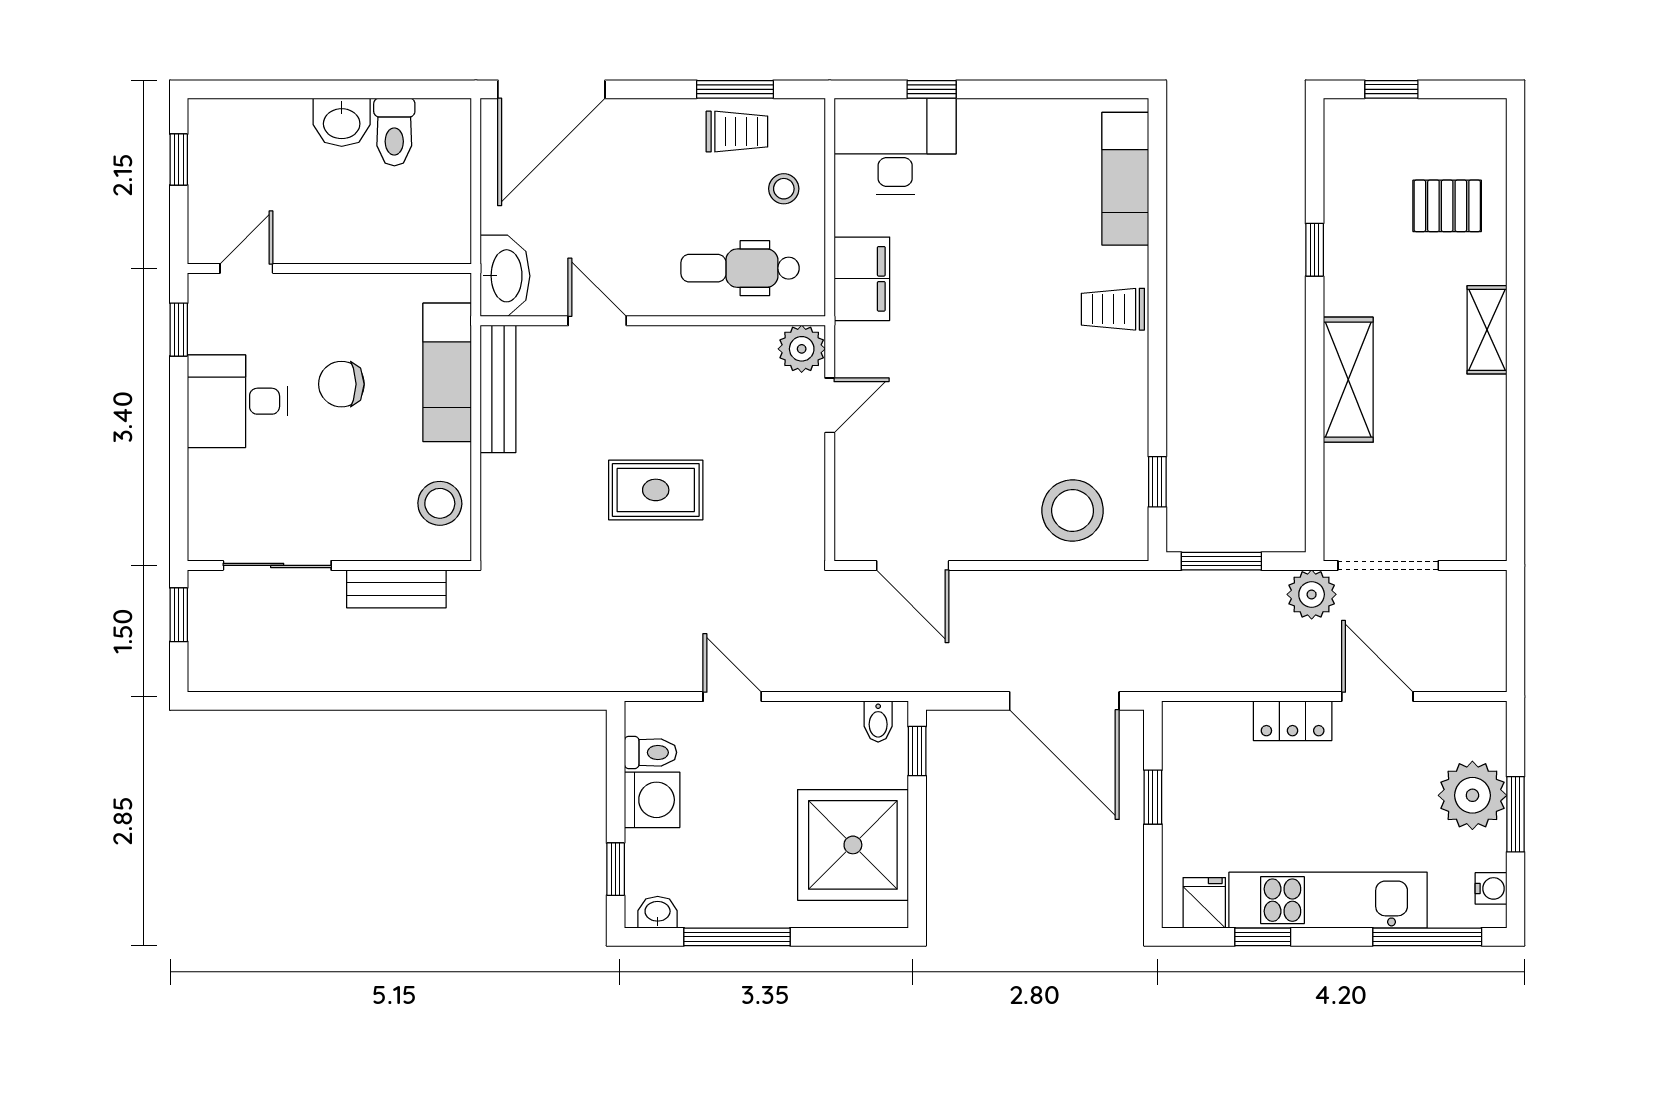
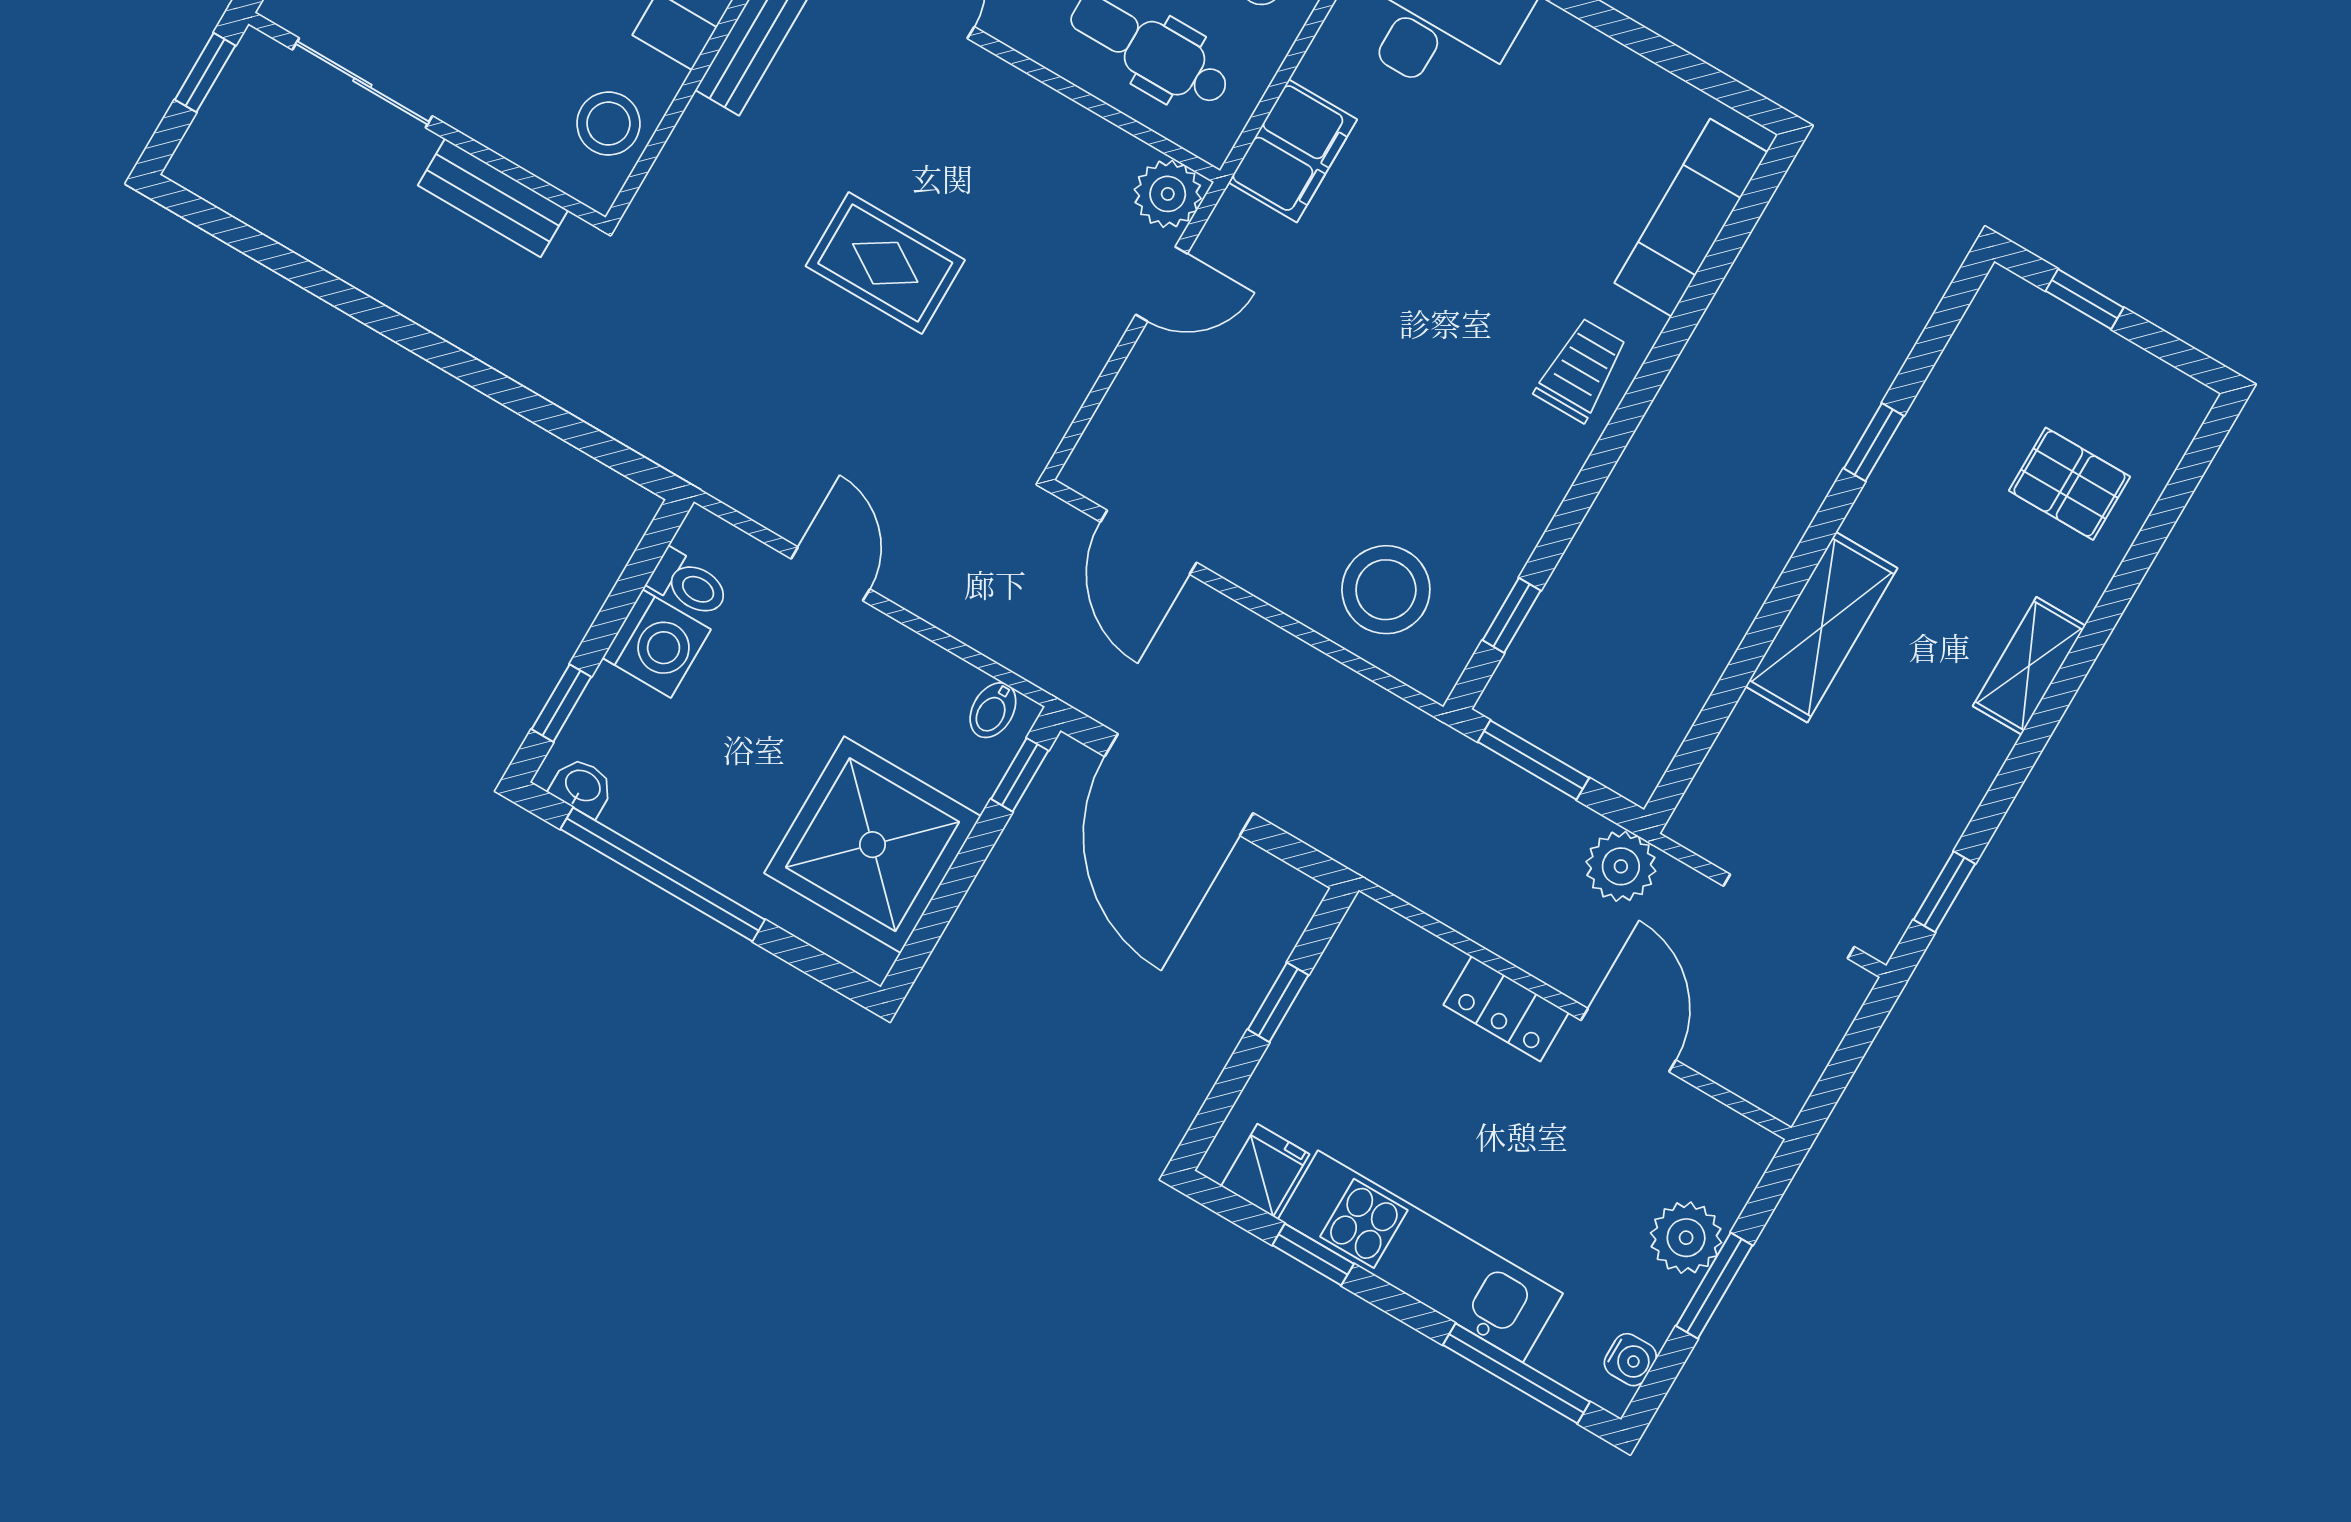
trolley: (1113, 309) -> (1581, 370), turned 90
window: (1515, 496) -> (1944, 892), added
doorway: (1388, 565) -> (1789, 916), moved
door: (1064, 701) -> (1179, 785), moved
plant: (1472, 795) -> (1686, 1238), width x0.73, depth x0.73
window: (737, 937) -> (663, 874), width x1.46

